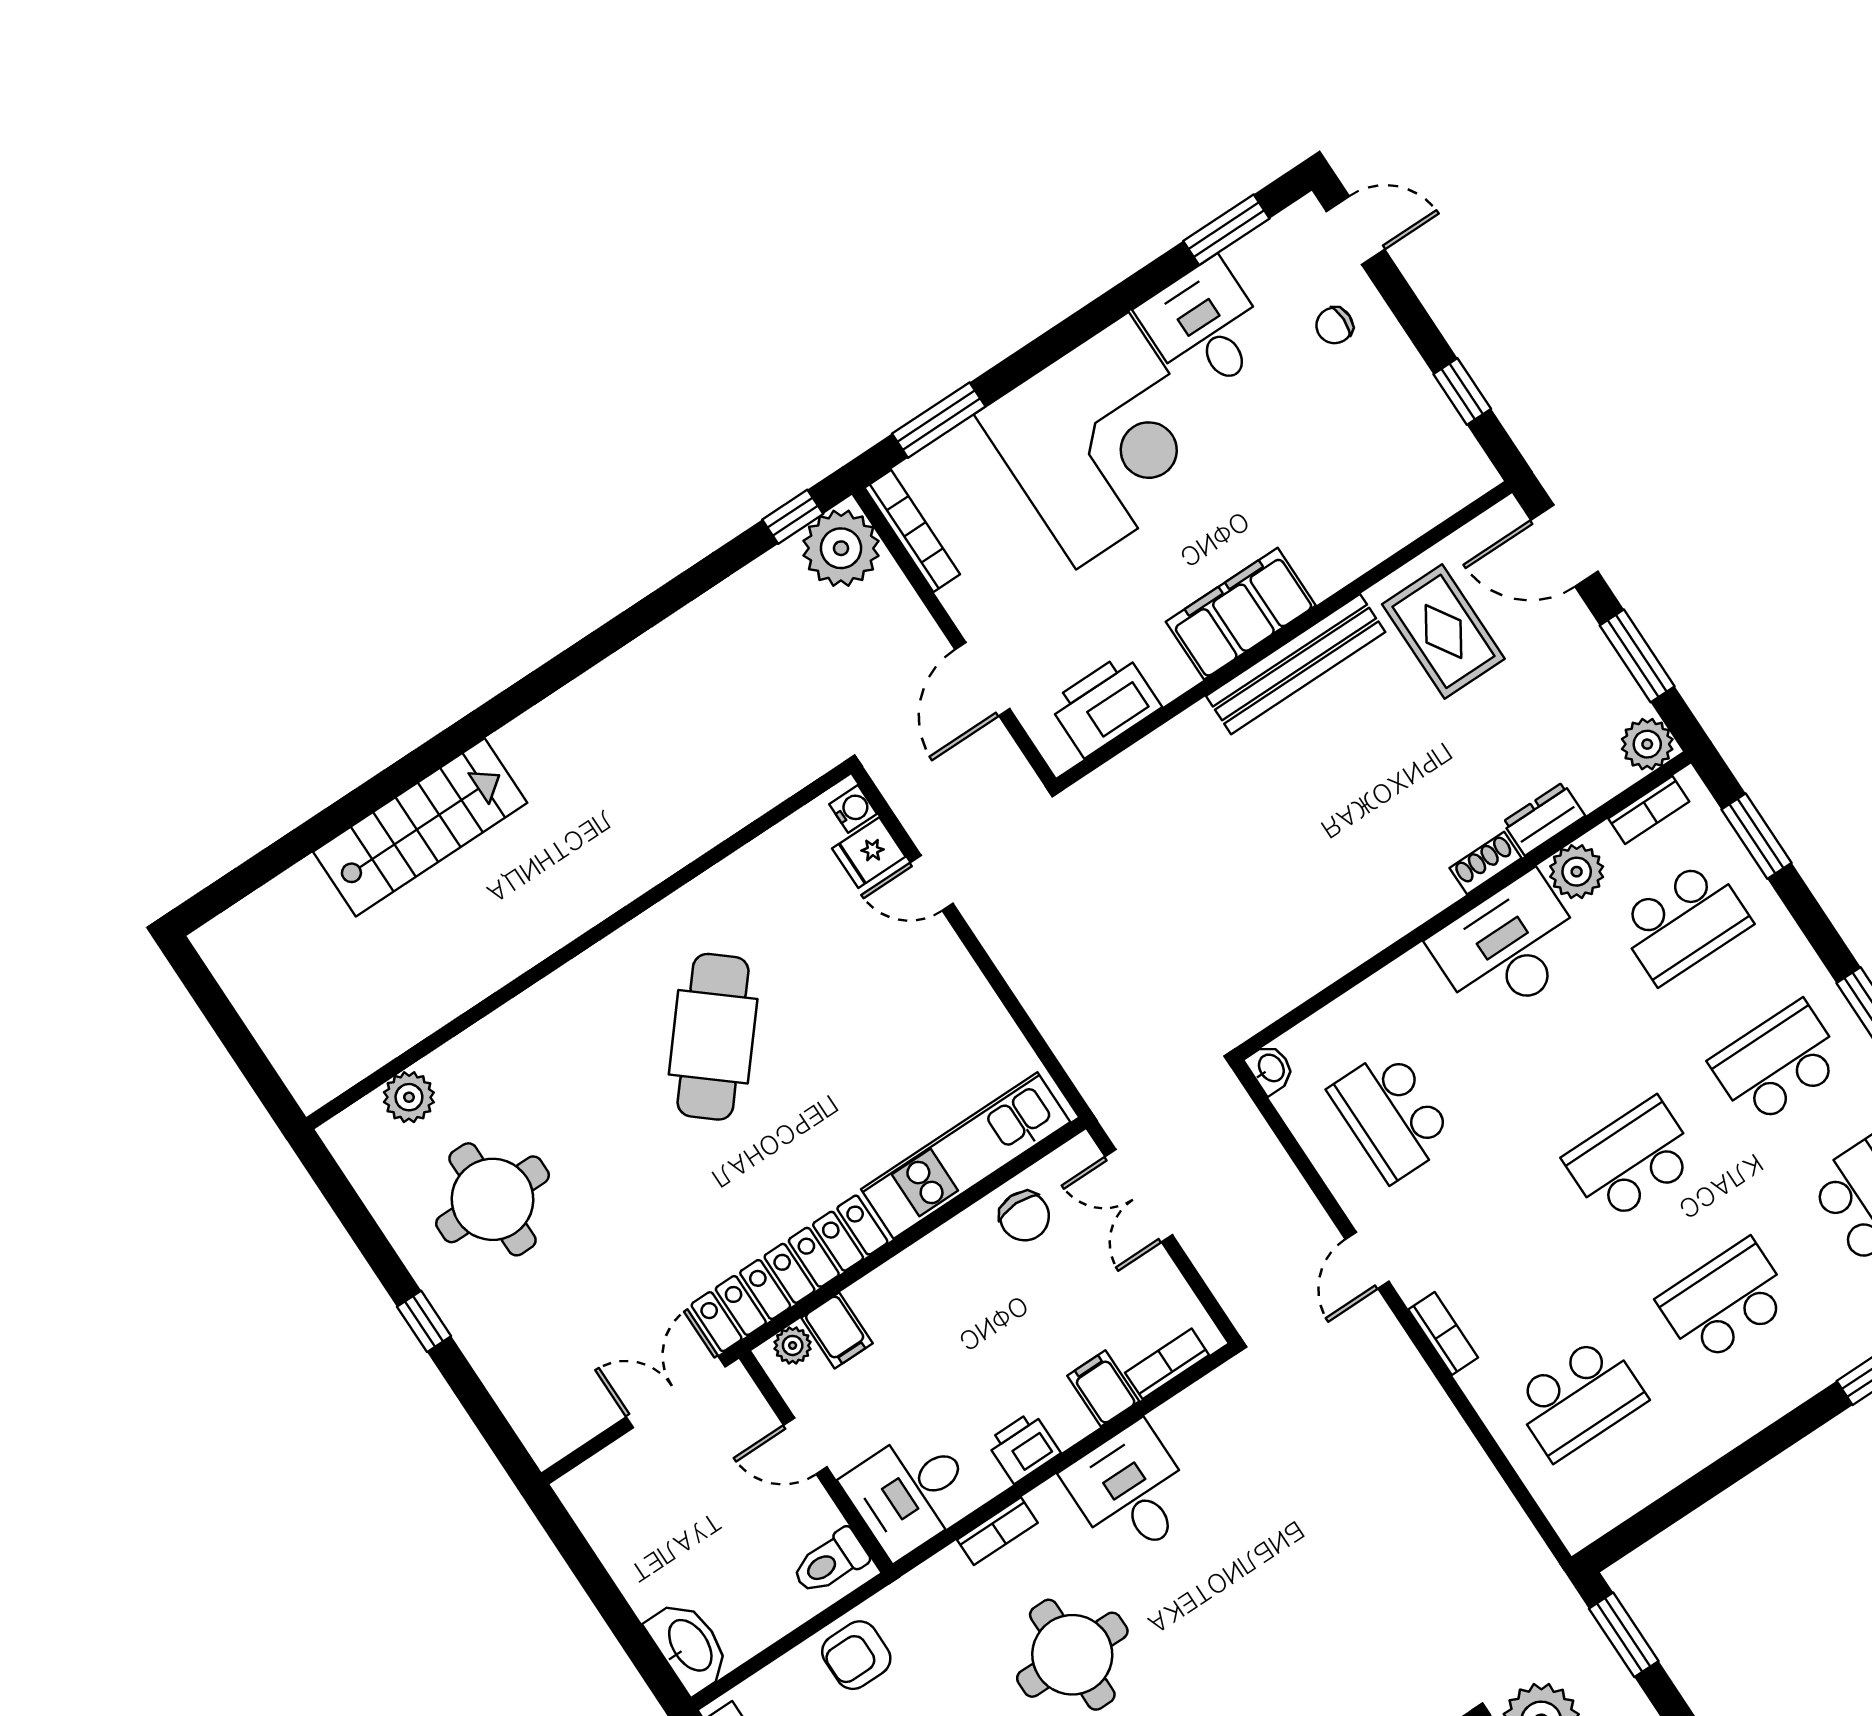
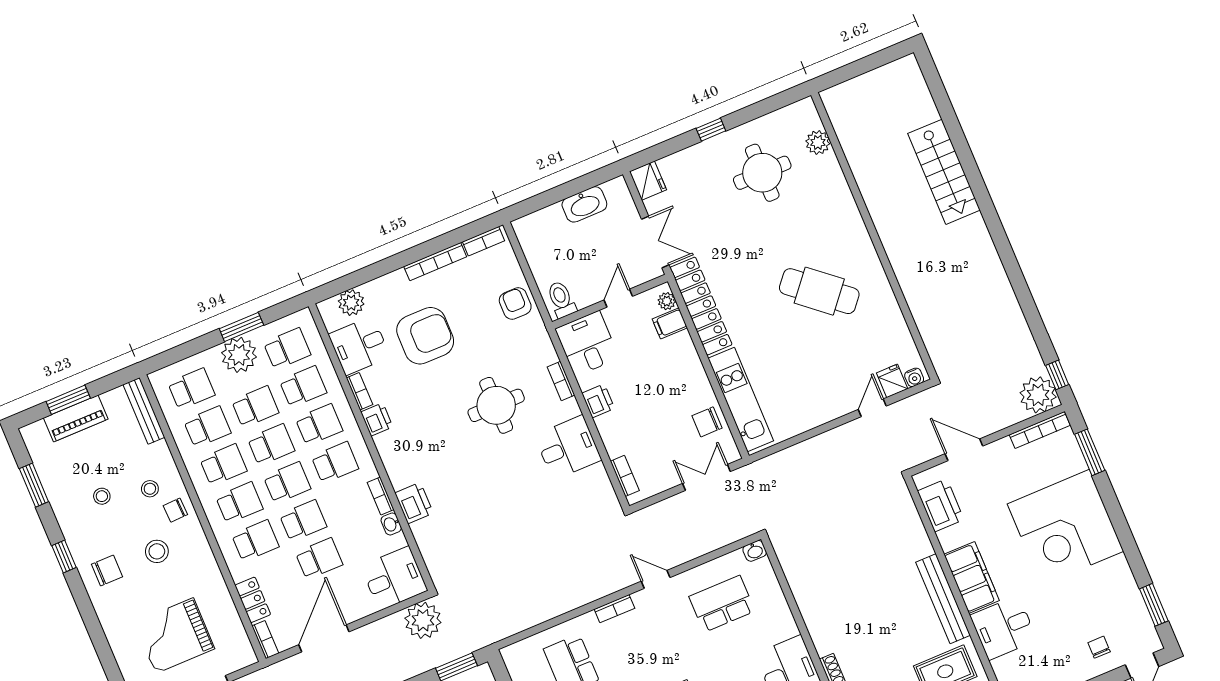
desk: (1205, 328) -> (1004, 628), moved, turned 180
filing cabinet: (1103, 1388) -> (619, 444), removed
fridge: (553, 1431) -> (648, 181), added
washbasin: (689, 1646) -> (584, 204), moved

